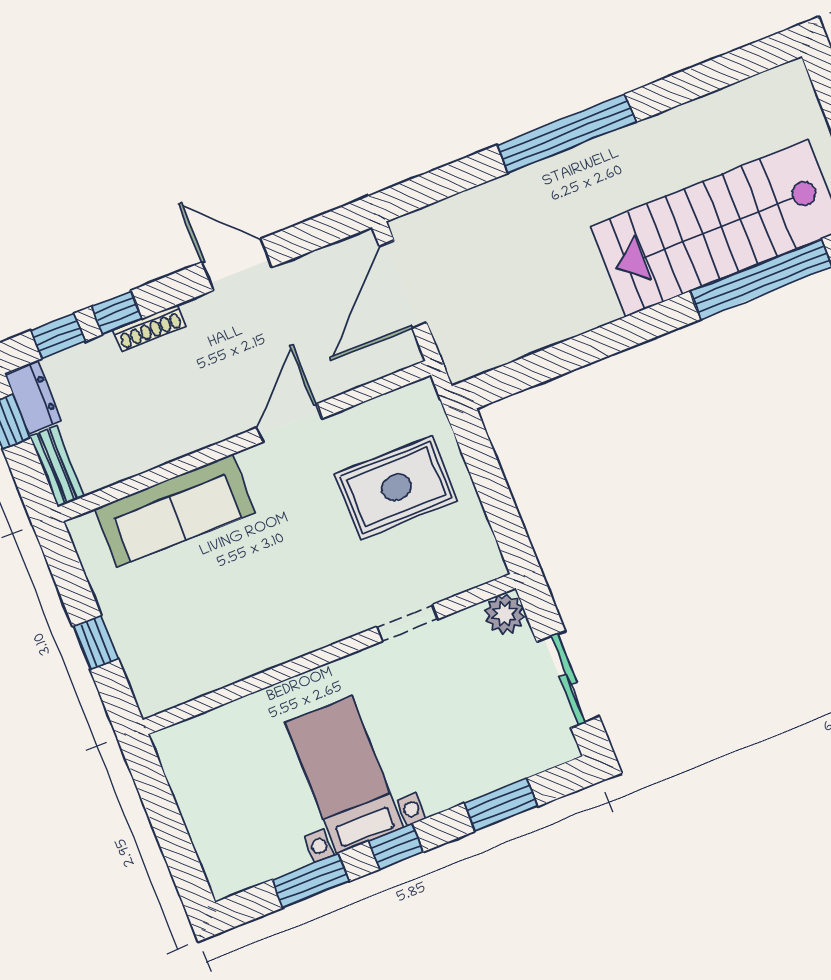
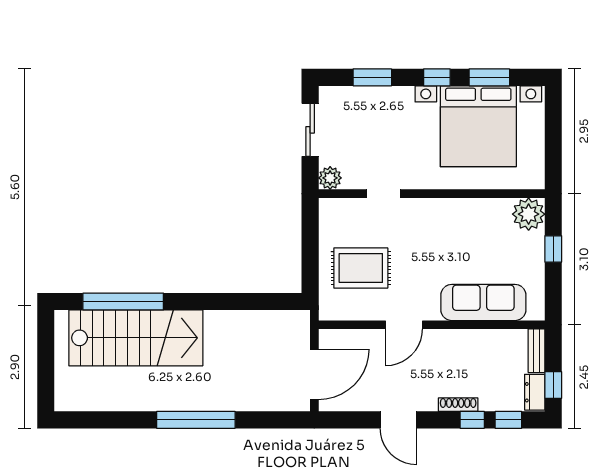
plant: (158, 684) -> (529, 214), added
bed with nightstands: (344, 775) -> (478, 126), width x1.85

